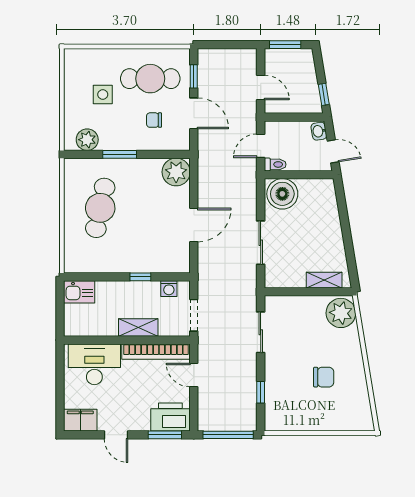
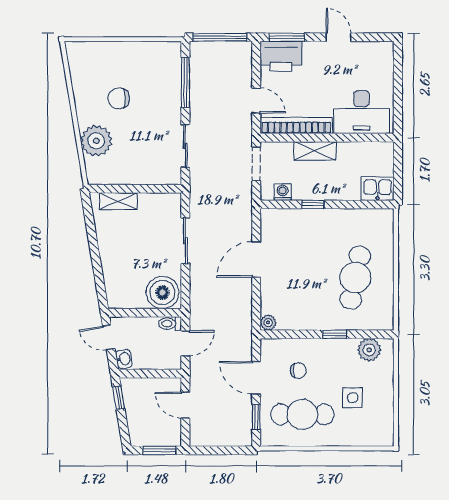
window: (120, 154) -> (335, 334), width x0.67
plant: (176, 172) -> (268, 322), width x0.53, depth x0.53
plant: (341, 313) -> (96, 141), moved
window: (261, 392) -> (185, 82), width x2.17
filing cabinet: (80, 420) -> (376, 53), removed

